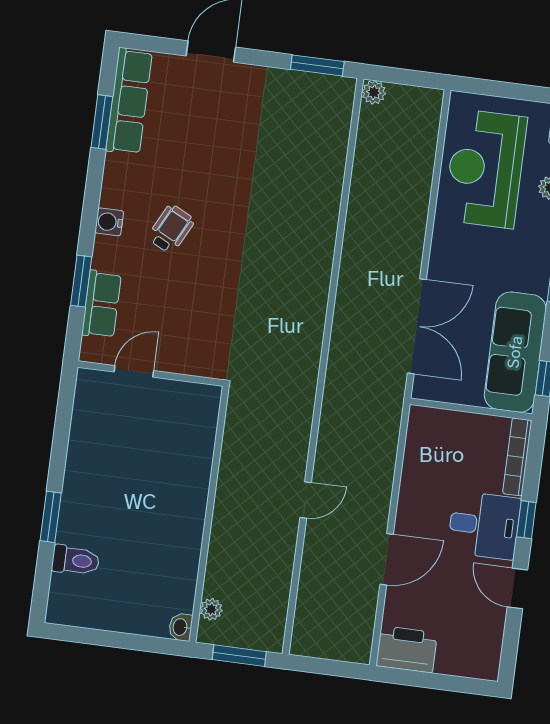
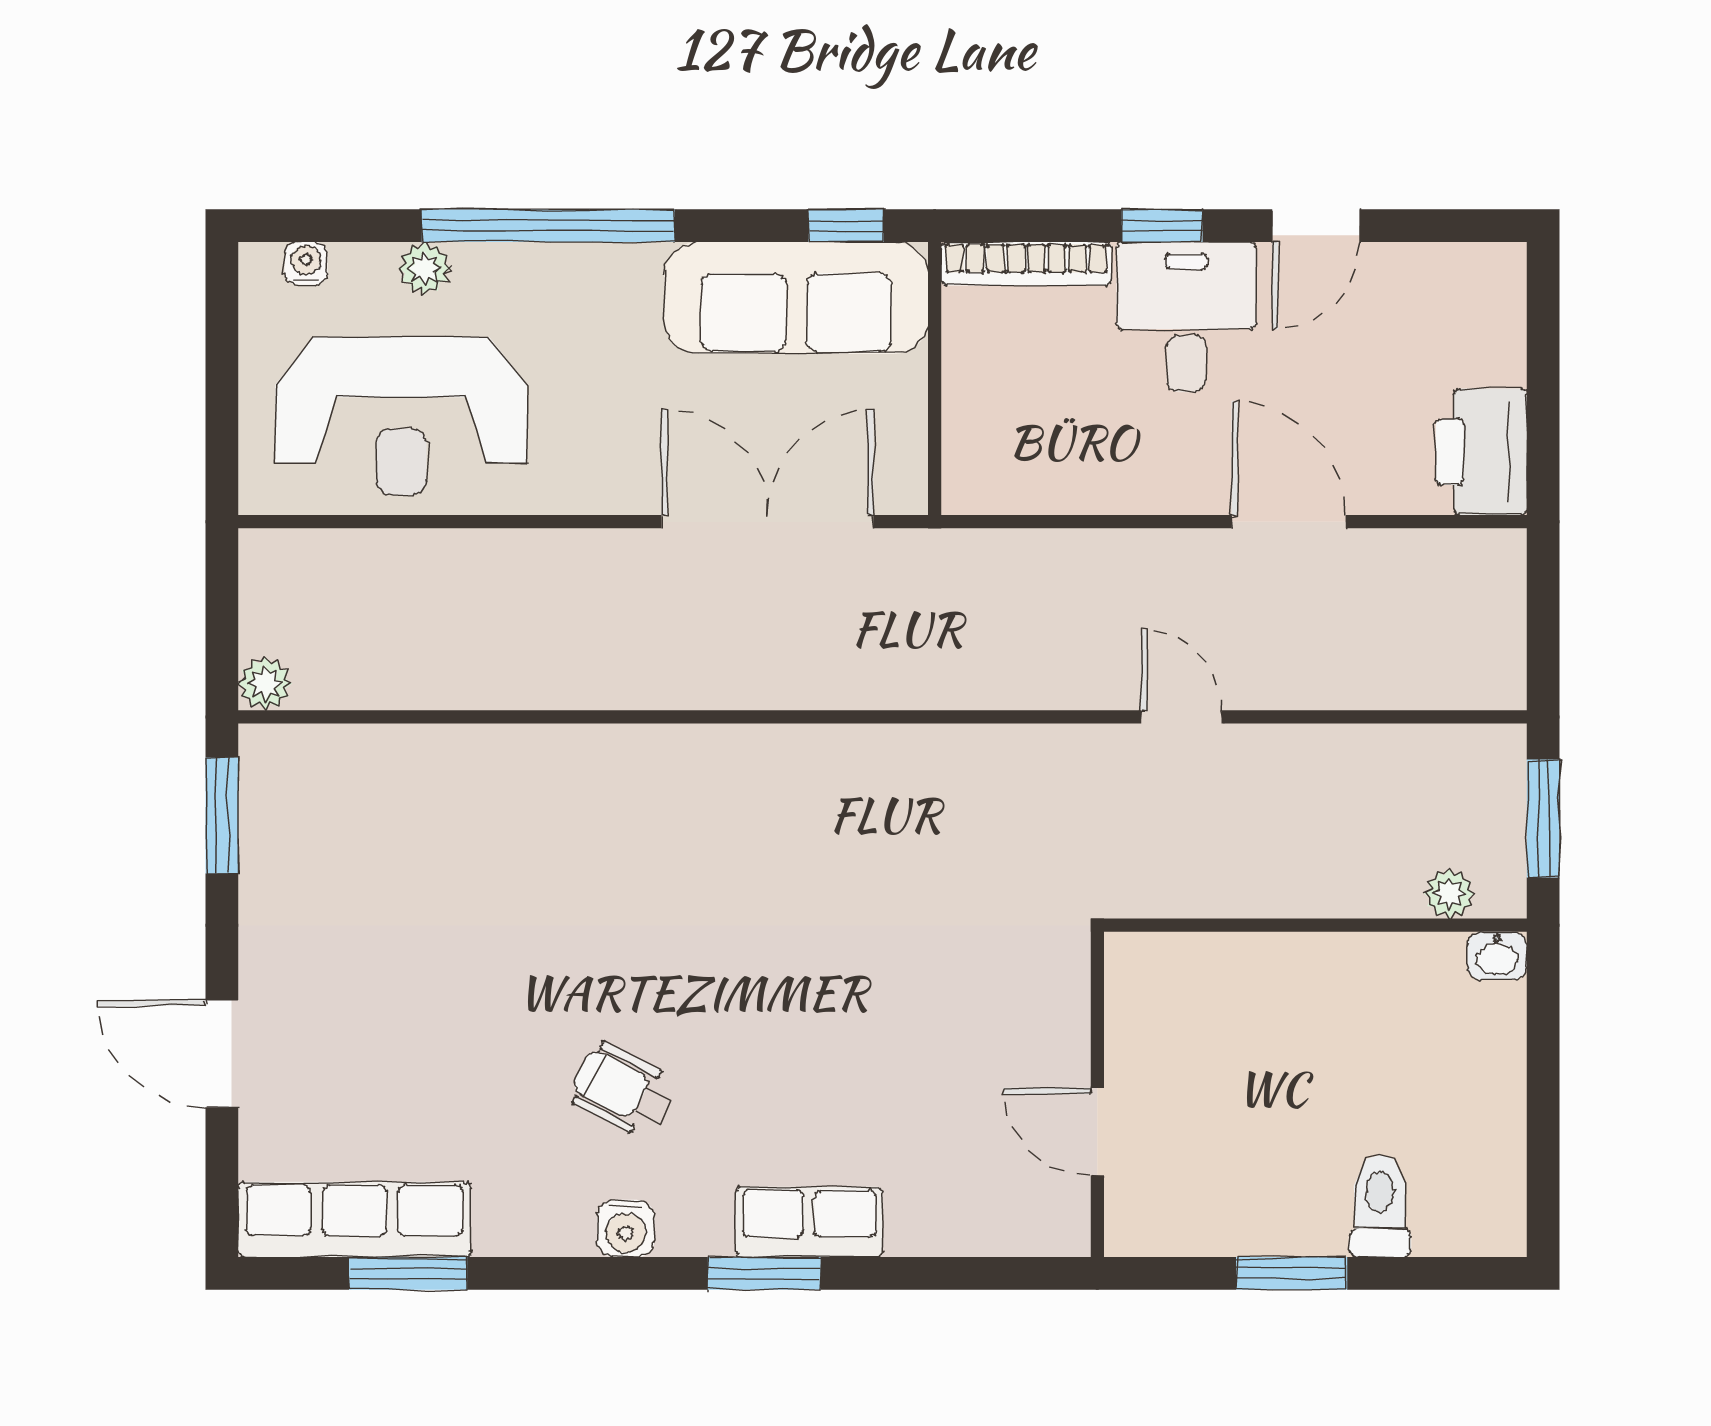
door: (134, 371) -> (1097, 1132), moved
wall: (151, 373) -> (1097, 1094), moved

